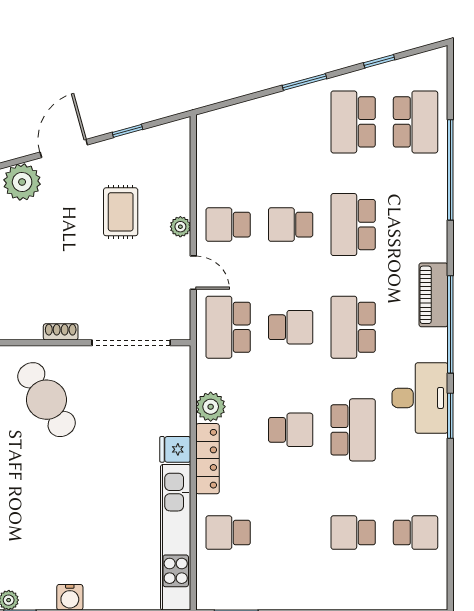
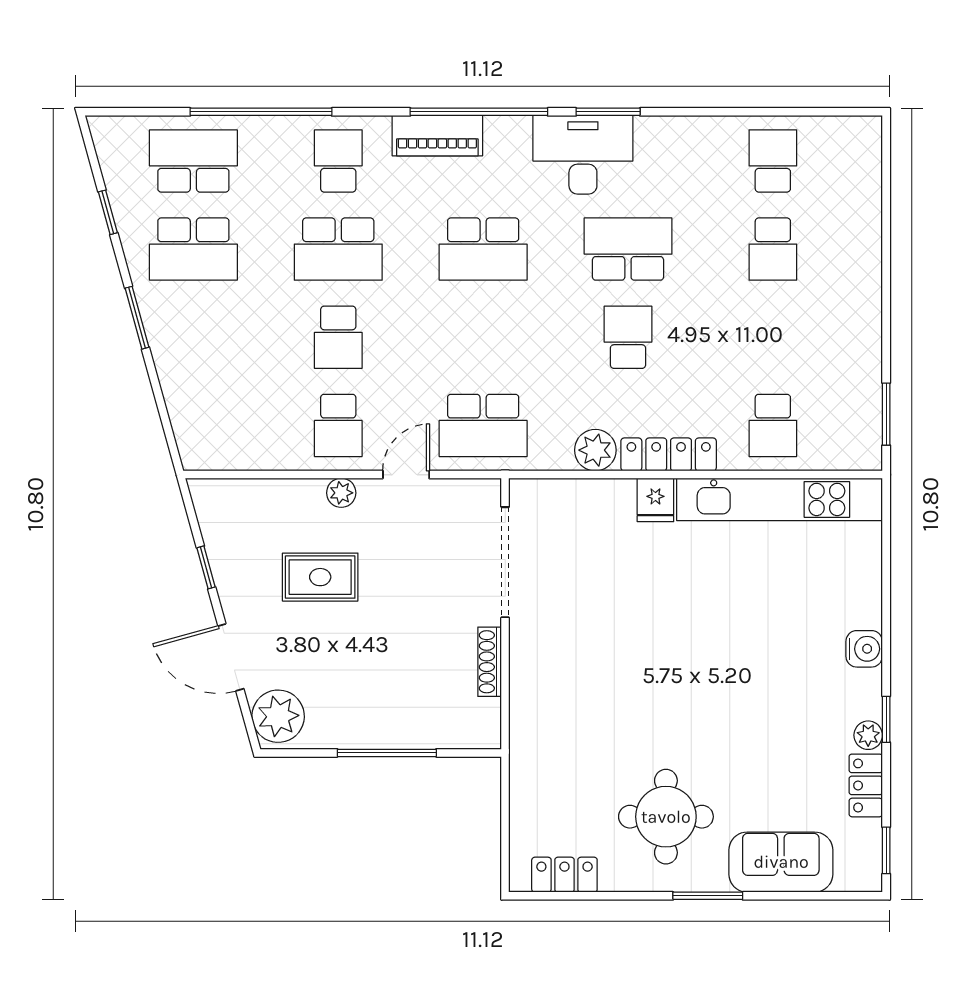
school desk: (291, 327) -> (338, 161), moved
shoe rack: (61, 332) -> (490, 662), width x1.43
cafe table: (46, 400) -> (585, 682), removed

